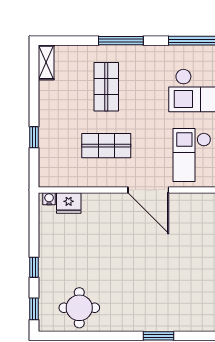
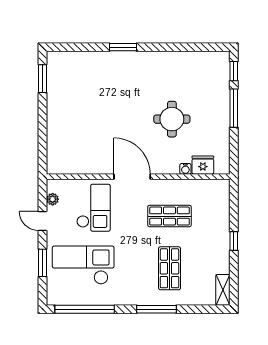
window: (34, 137) -> (234, 241), moved
water cooler: (49, 199) -> (185, 169), moved
window: (34, 267) -> (234, 108), width x2.17
round table: (79, 308) -> (172, 119), moved

